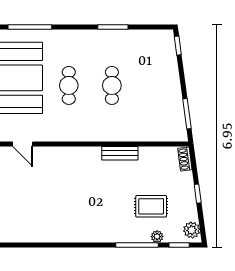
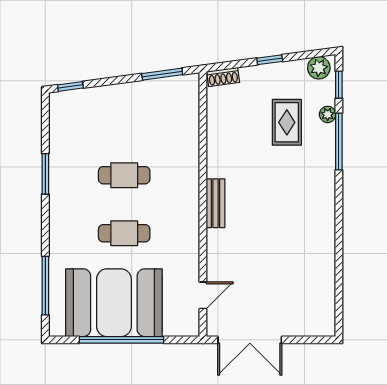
bench: (120, 153) -> (215, 203), moved

